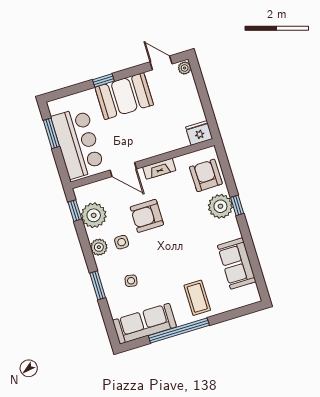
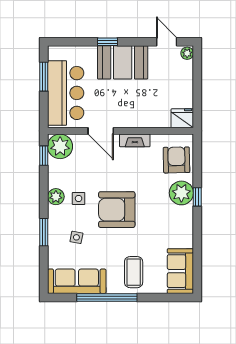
plant: (94, 215) -> (60, 146), moved
armchair: (147, 216) -> (117, 210), moved, width x1.36, depth x1.36
sofa: (237, 264) -> (180, 271), moved

